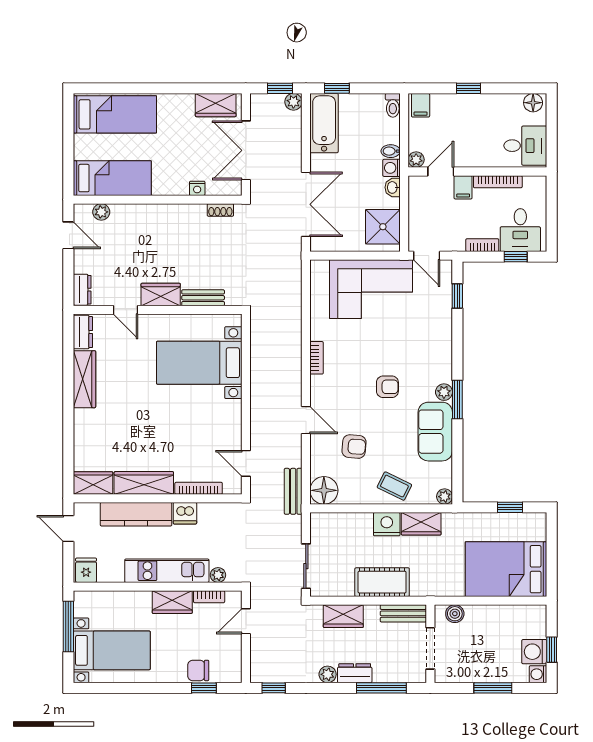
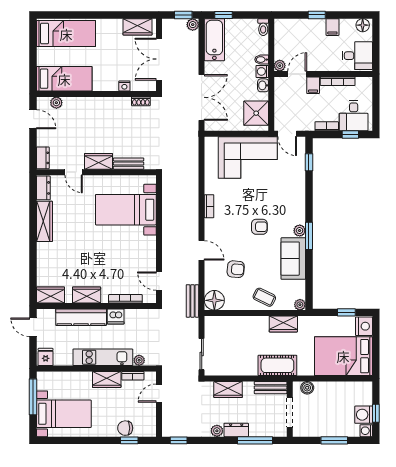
filing cabinet: (421, 105) -> (332, 27), moved
wardrobe: (144, 483) -> (87, 295), width x0.67
nightstand: (387, 524) -> (364, 326), moved, turned 90
cot: (382, 582) -> (277, 365), moved

